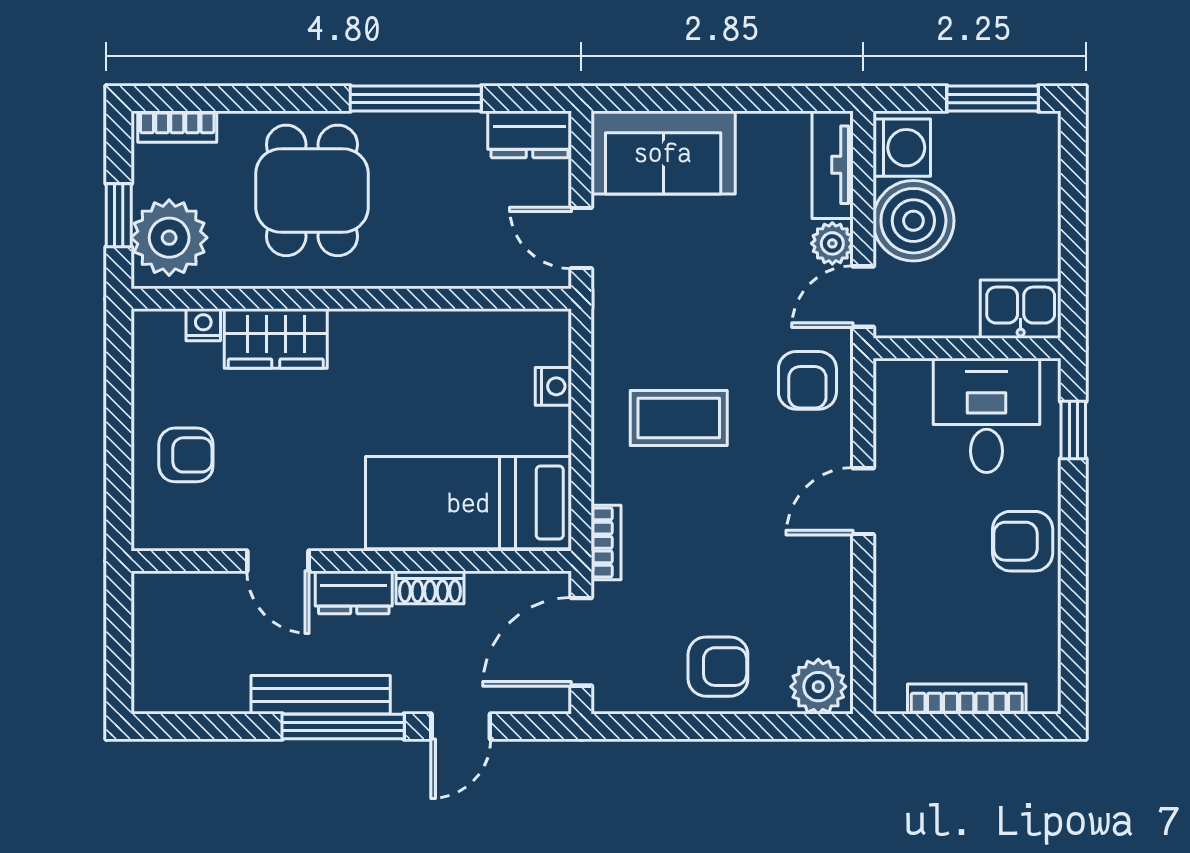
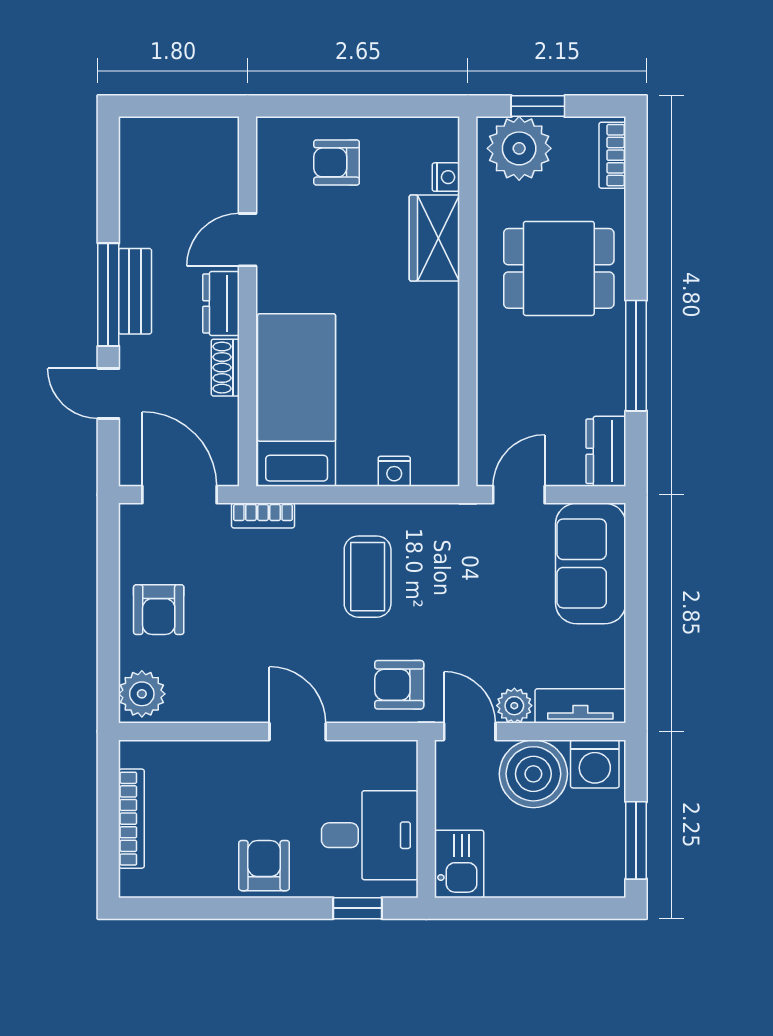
armchair: (186, 455) -> (337, 162), turned 90
bench: (321, 695) -> (135, 291), width x0.73

